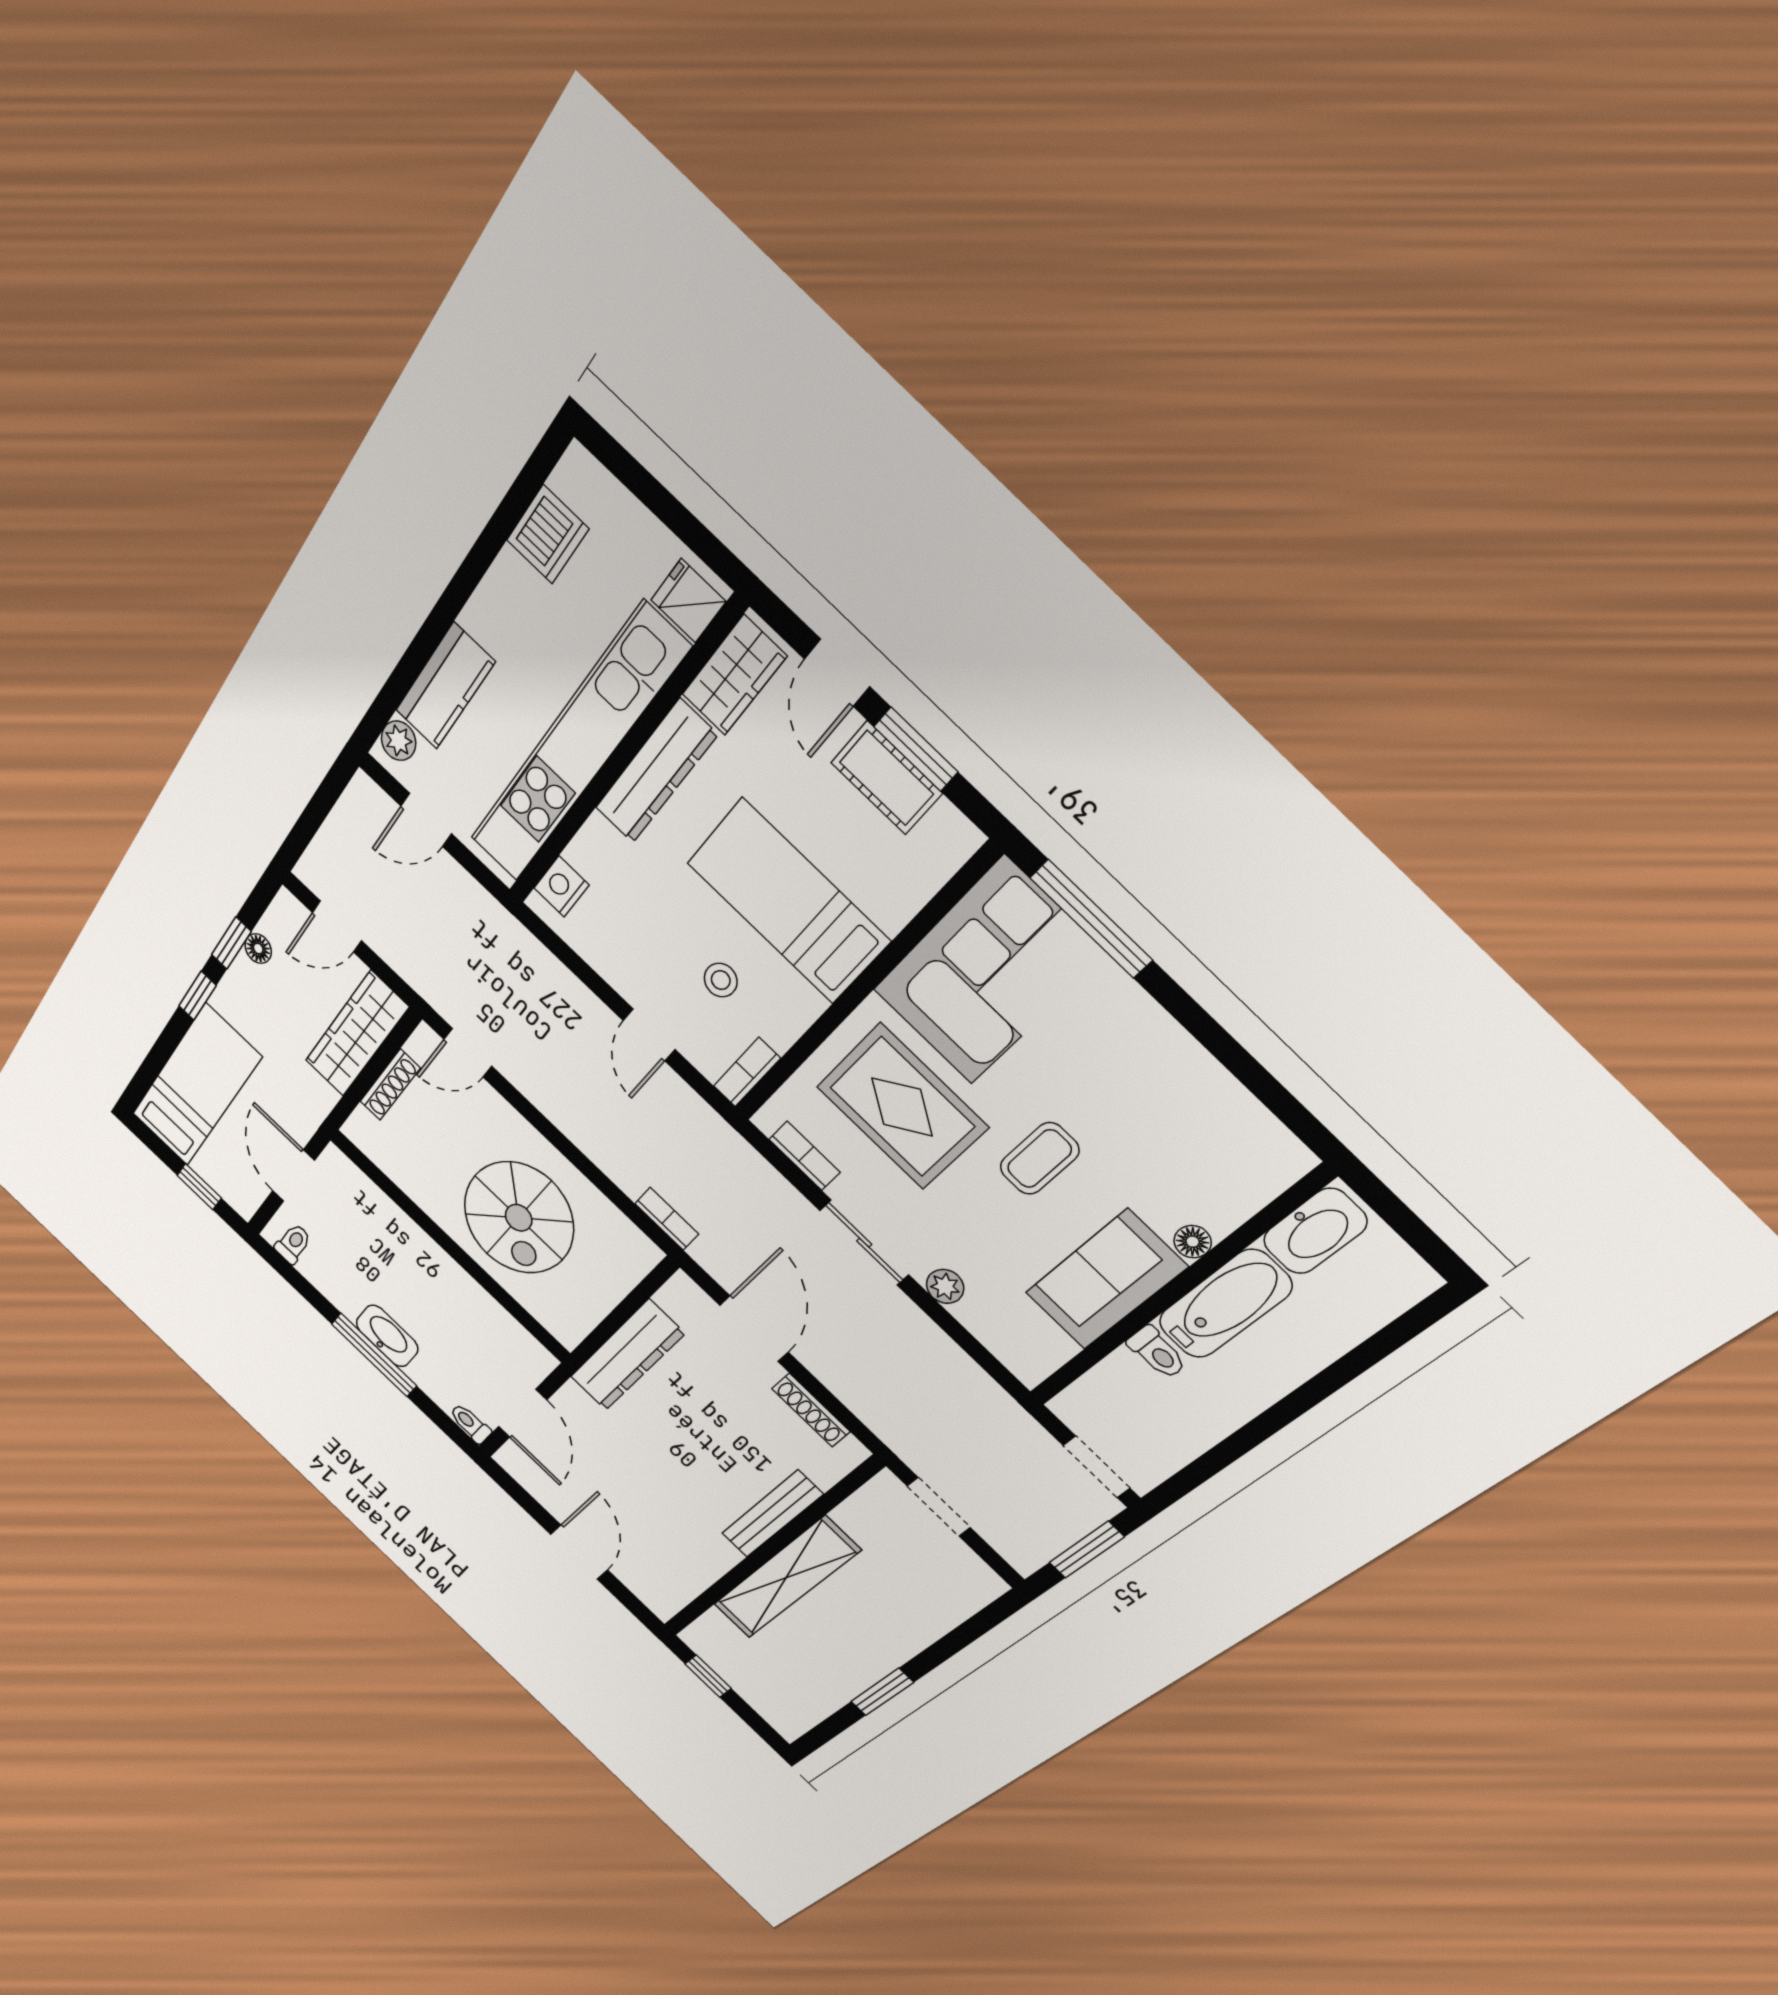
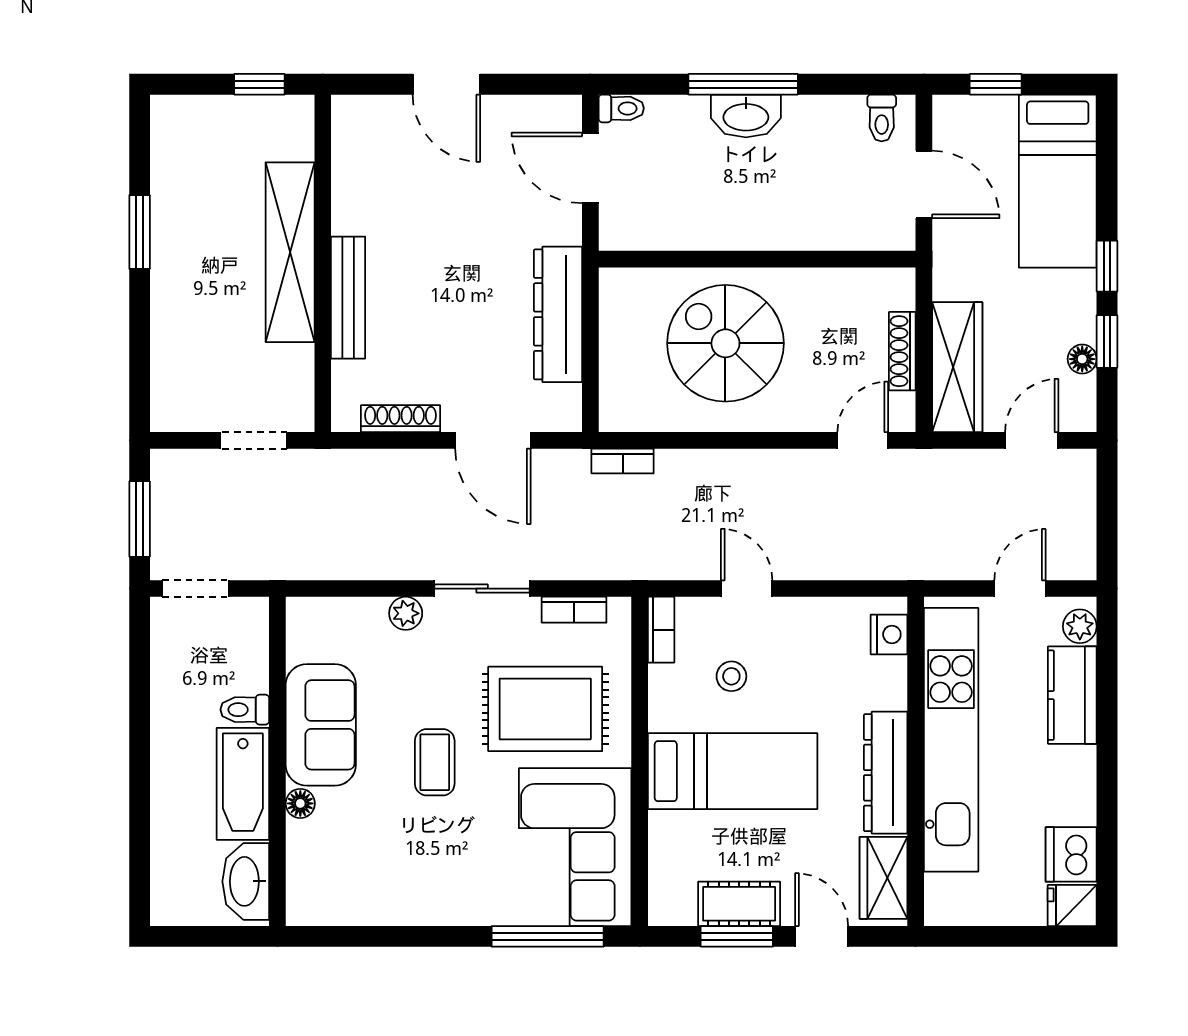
fridge: (688, 601) -> (1072, 906), moved, turned 180

